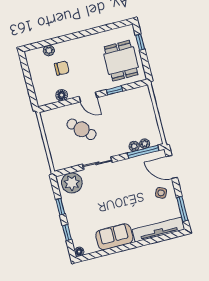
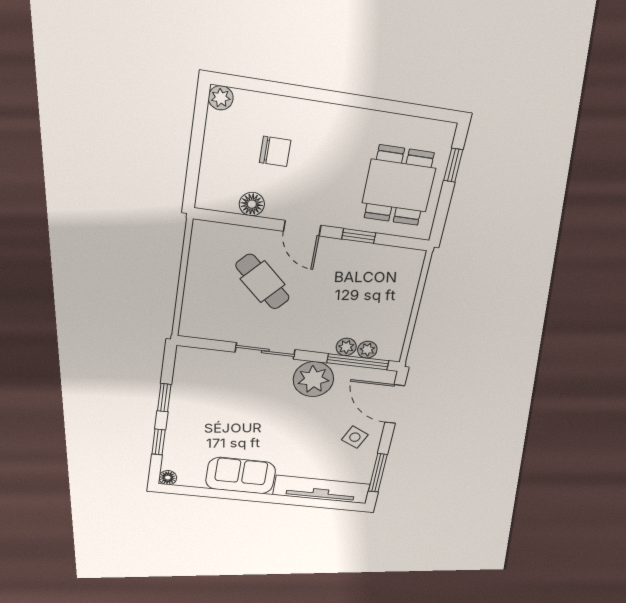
plant: (49, 50) -> (221, 98), moved
plant: (72, 183) -> (313, 379), moved

